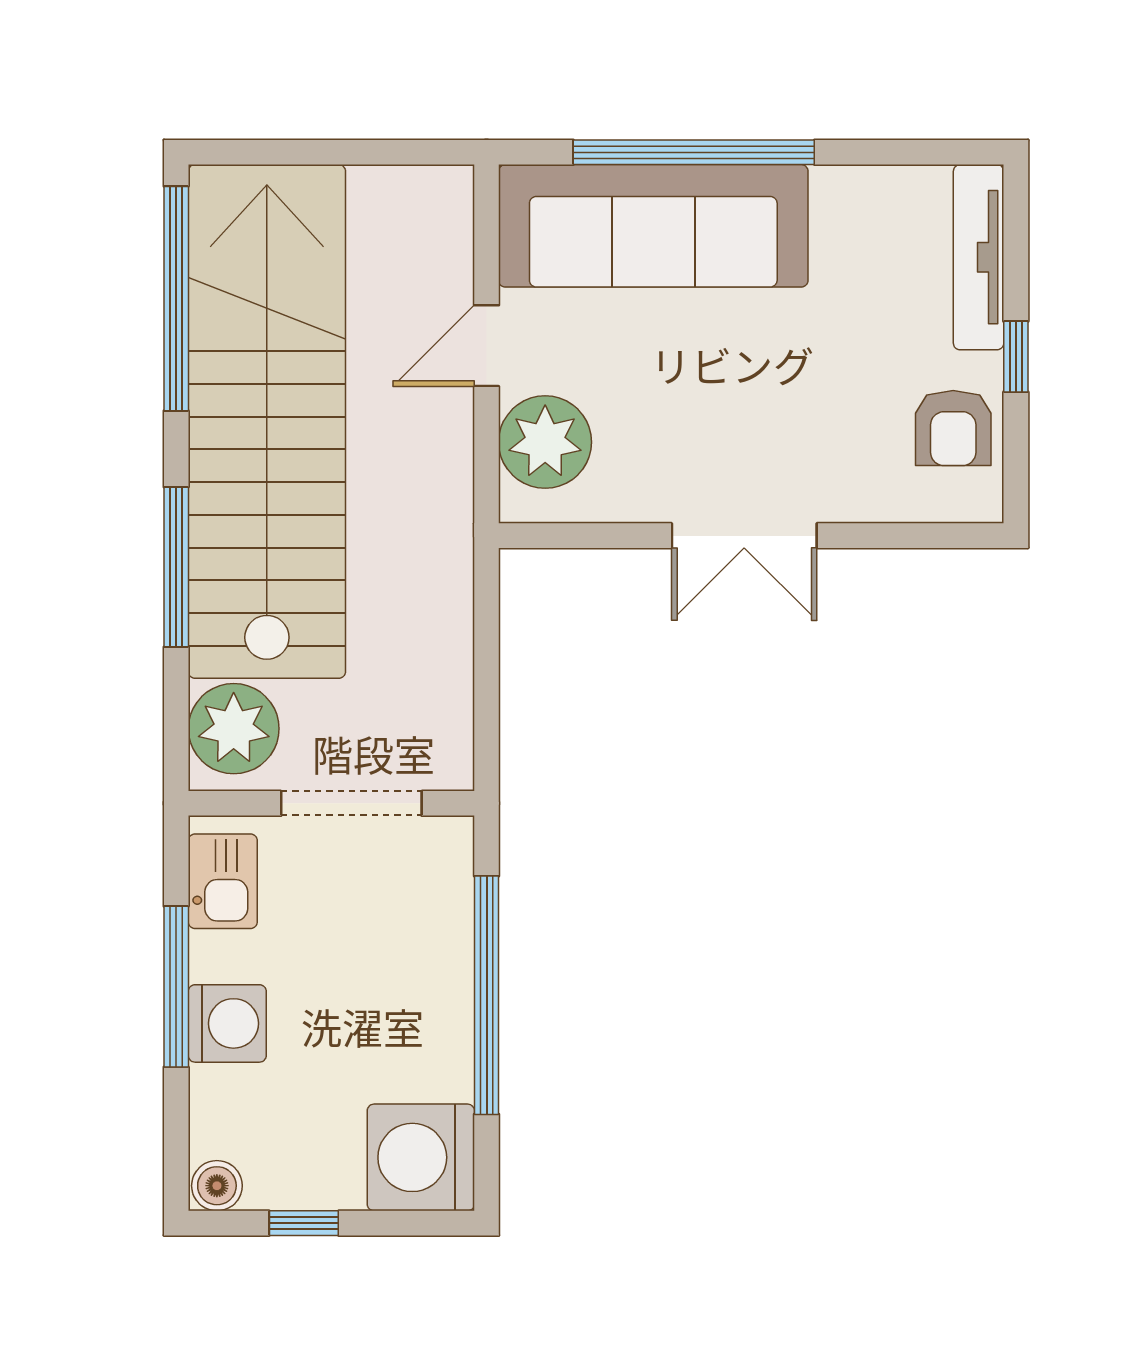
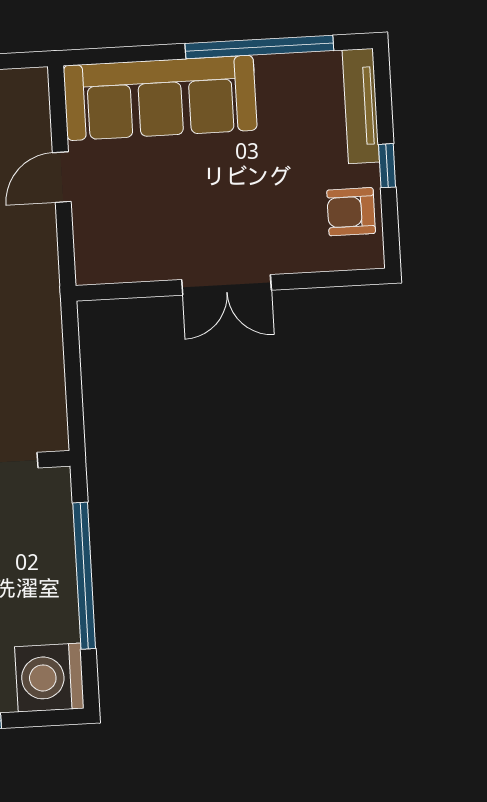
window: (694, 152) -> (259, 47), moved
armchair: (953, 428) -> (351, 212), turned 90
plant: (545, 442) -> (101, 234), removed

